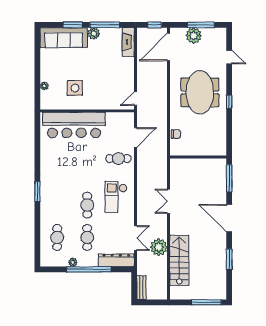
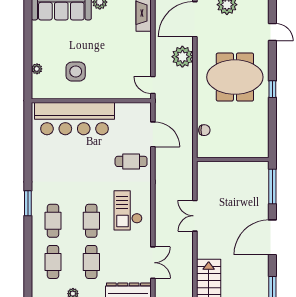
meeting table: (200, 92) -> (235, 77), turned 90
door: (136, 99) -> (153, 85), hinge flipped
door: (136, 137) -> (153, 134), hinge flipped
cafe table: (57, 205) -> (53, 221), added
door: (229, 218) -> (272, 237), hinge flipped
plant: (159, 247) -> (182, 57), moved

